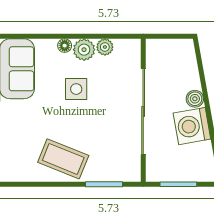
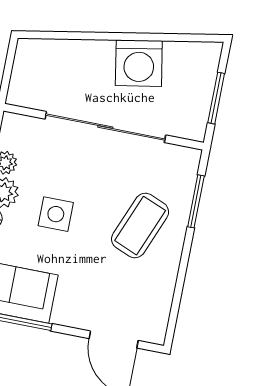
boiler: (195, 99) -> (102, 52), removed
coffee table: (63, 159) -> (140, 226), moved

